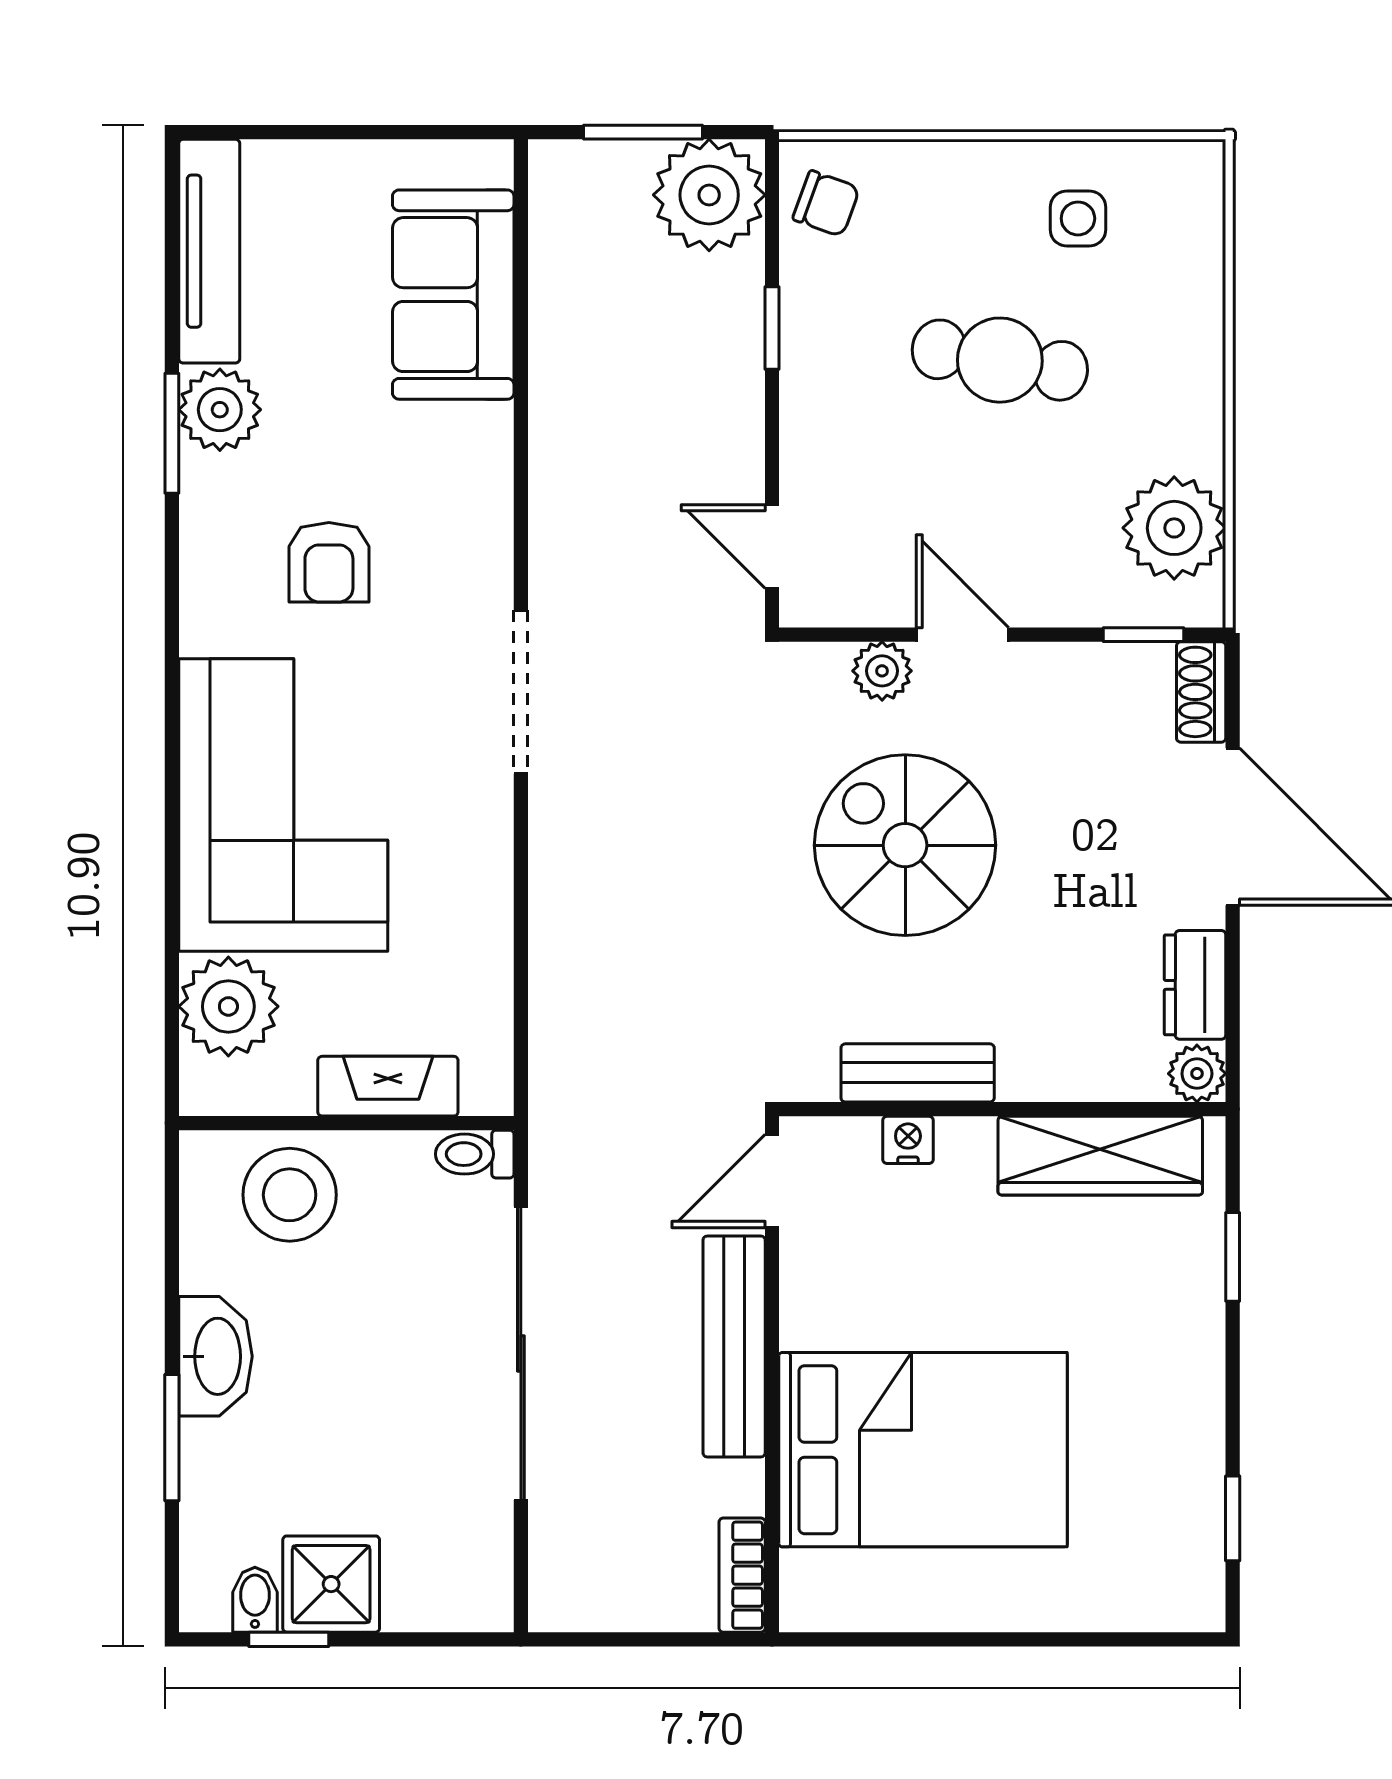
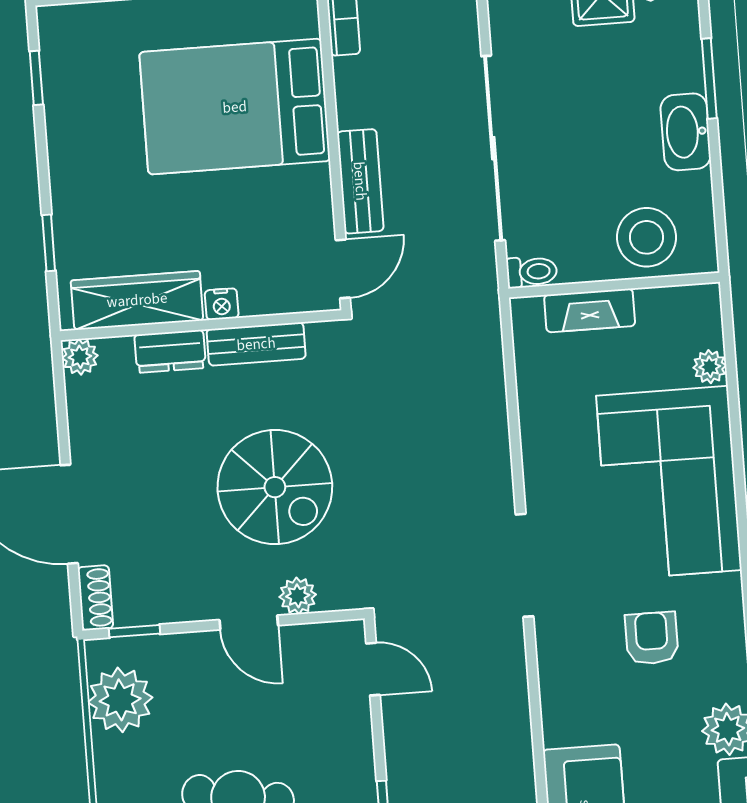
dresser: (1195, 985) -> (170, 351), moved, turned 90
plant: (228, 1006) -> (710, 367), width x0.53, depth x0.53
nightstand: (908, 1140) -> (222, 304), moved
bench: (734, 1346) -> (360, 181), width x0.73

